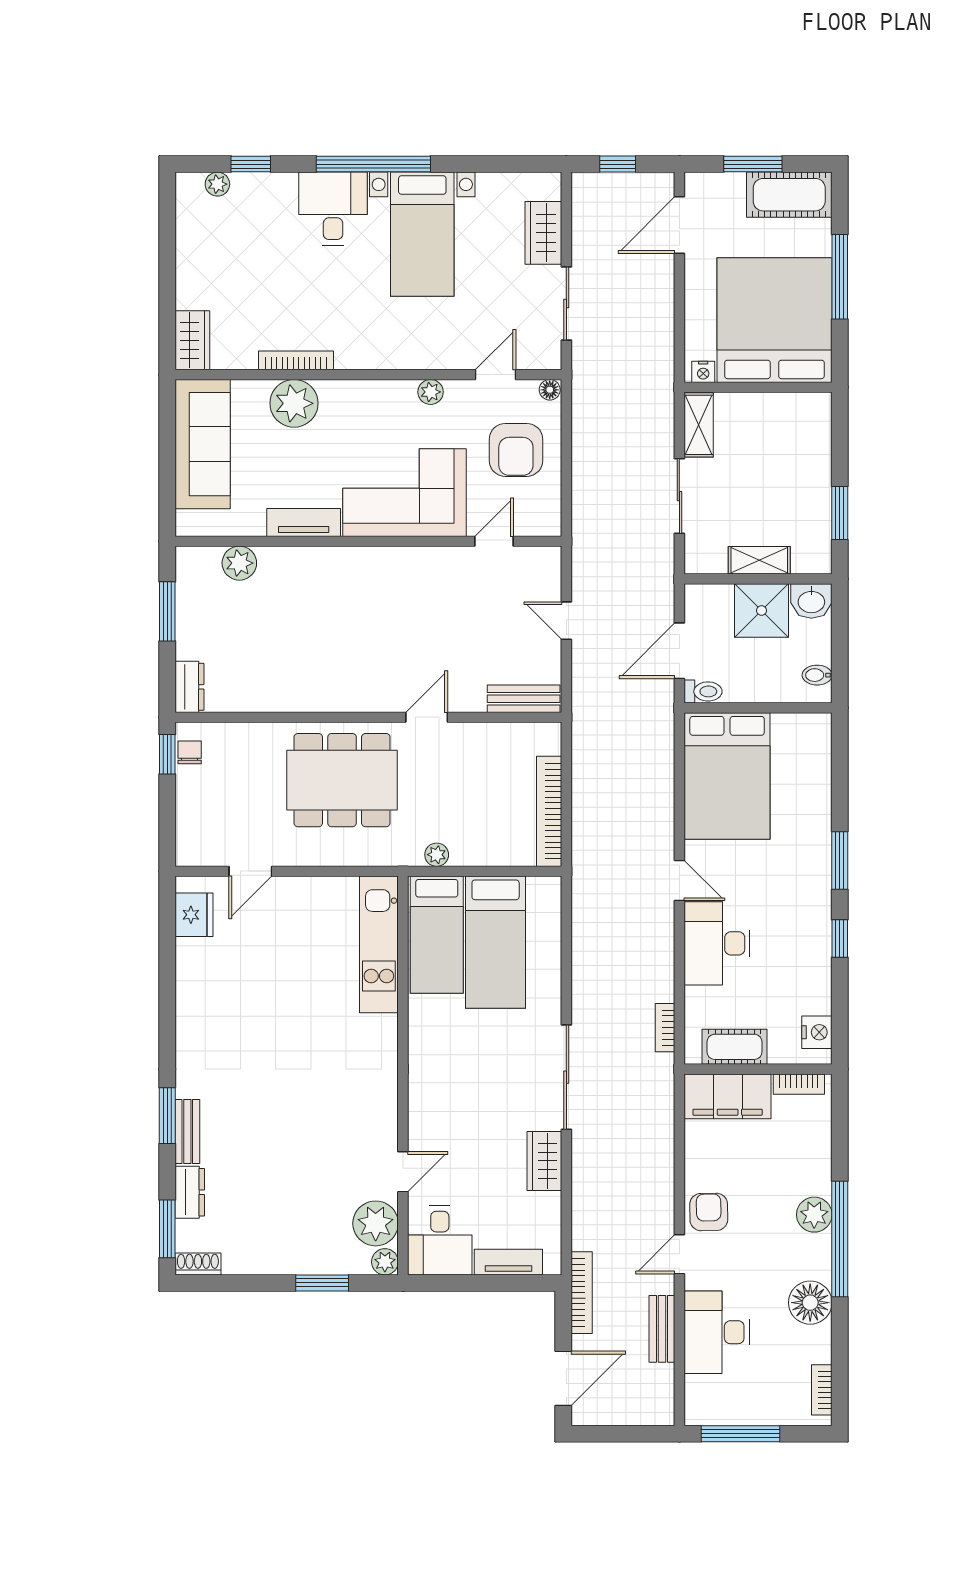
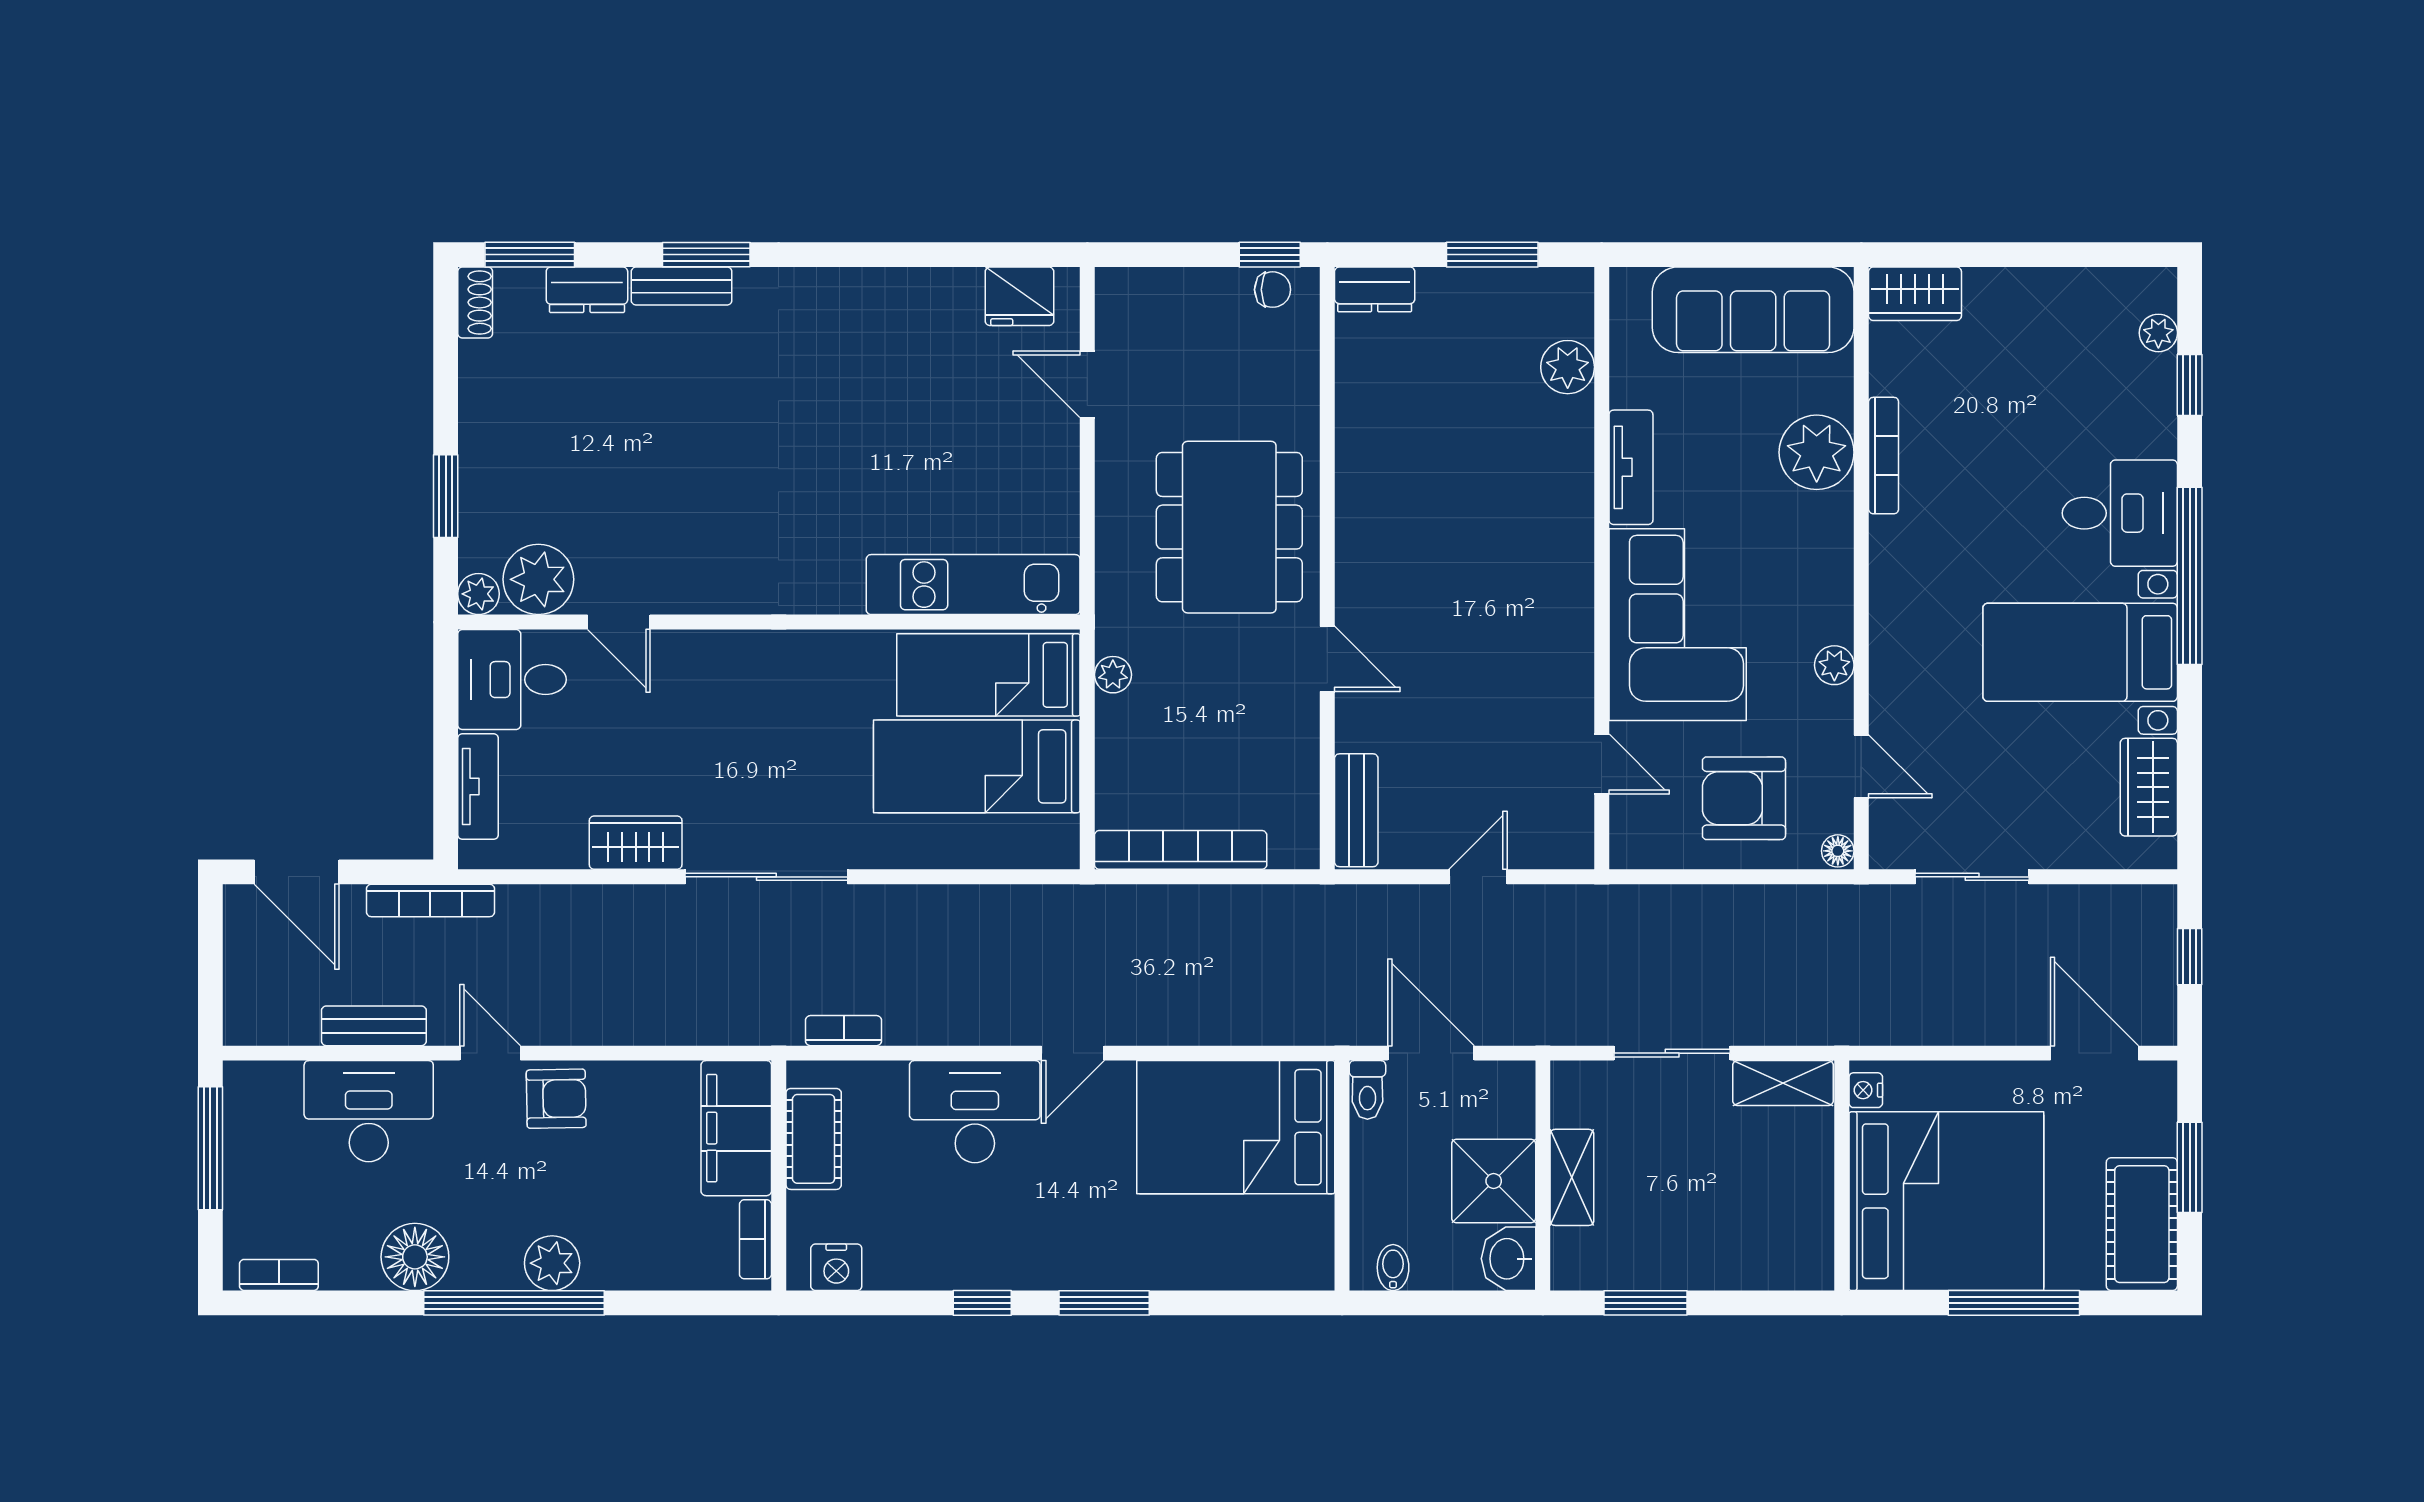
wardrobe: (543, 233) -> (2149, 787), moved, turned -90

